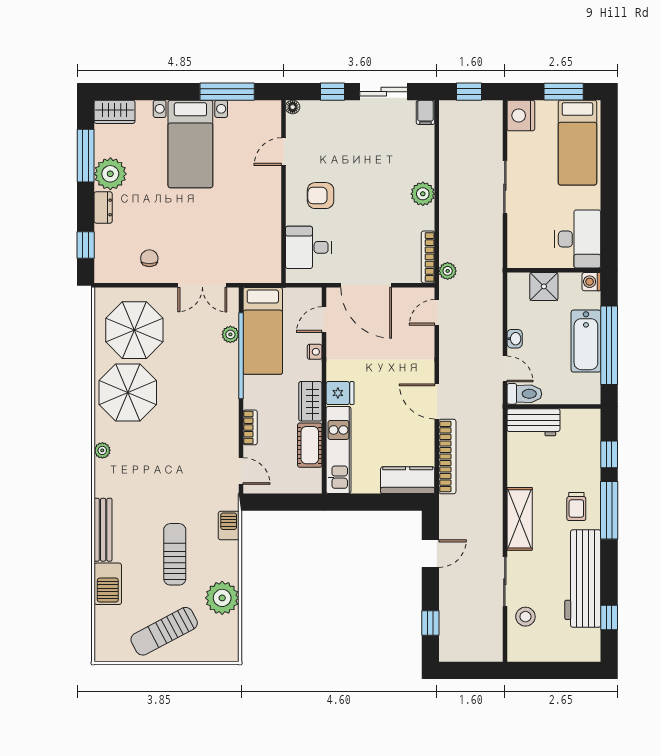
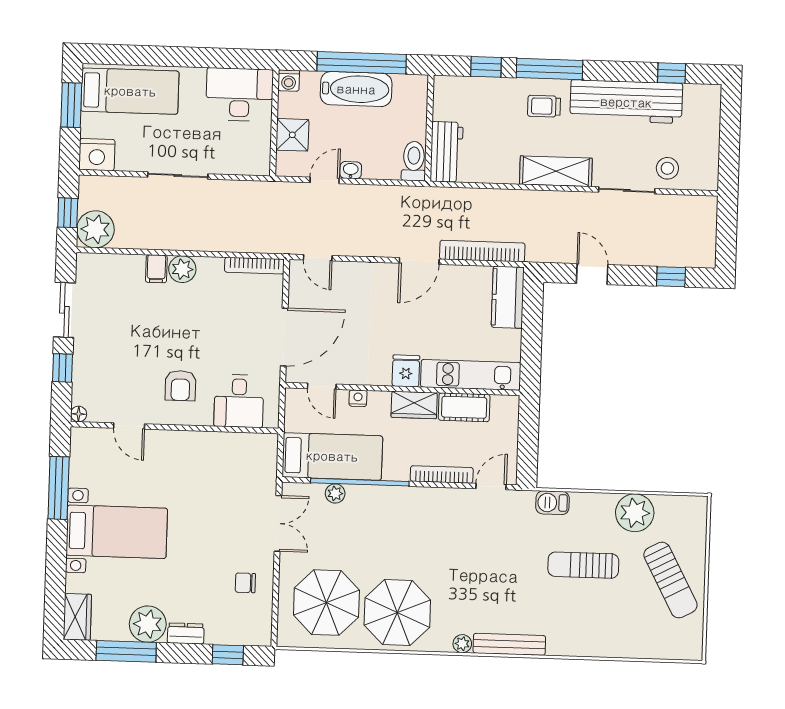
filing cabinet: (425, 112) -> (156, 269), moved, turned 90
plant: (448, 271) -> (95, 229), moved, width x1.88, depth x1.88
door: (505, 369) -> (325, 180), moved
bookcase: (250, 427) -> (442, 474), width x1.56
trolley: (576, 507) -> (544, 106), turned 180
bench: (103, 530) -> (509, 644), moved
barbecue: (108, 584) -> (614, 642), removed

